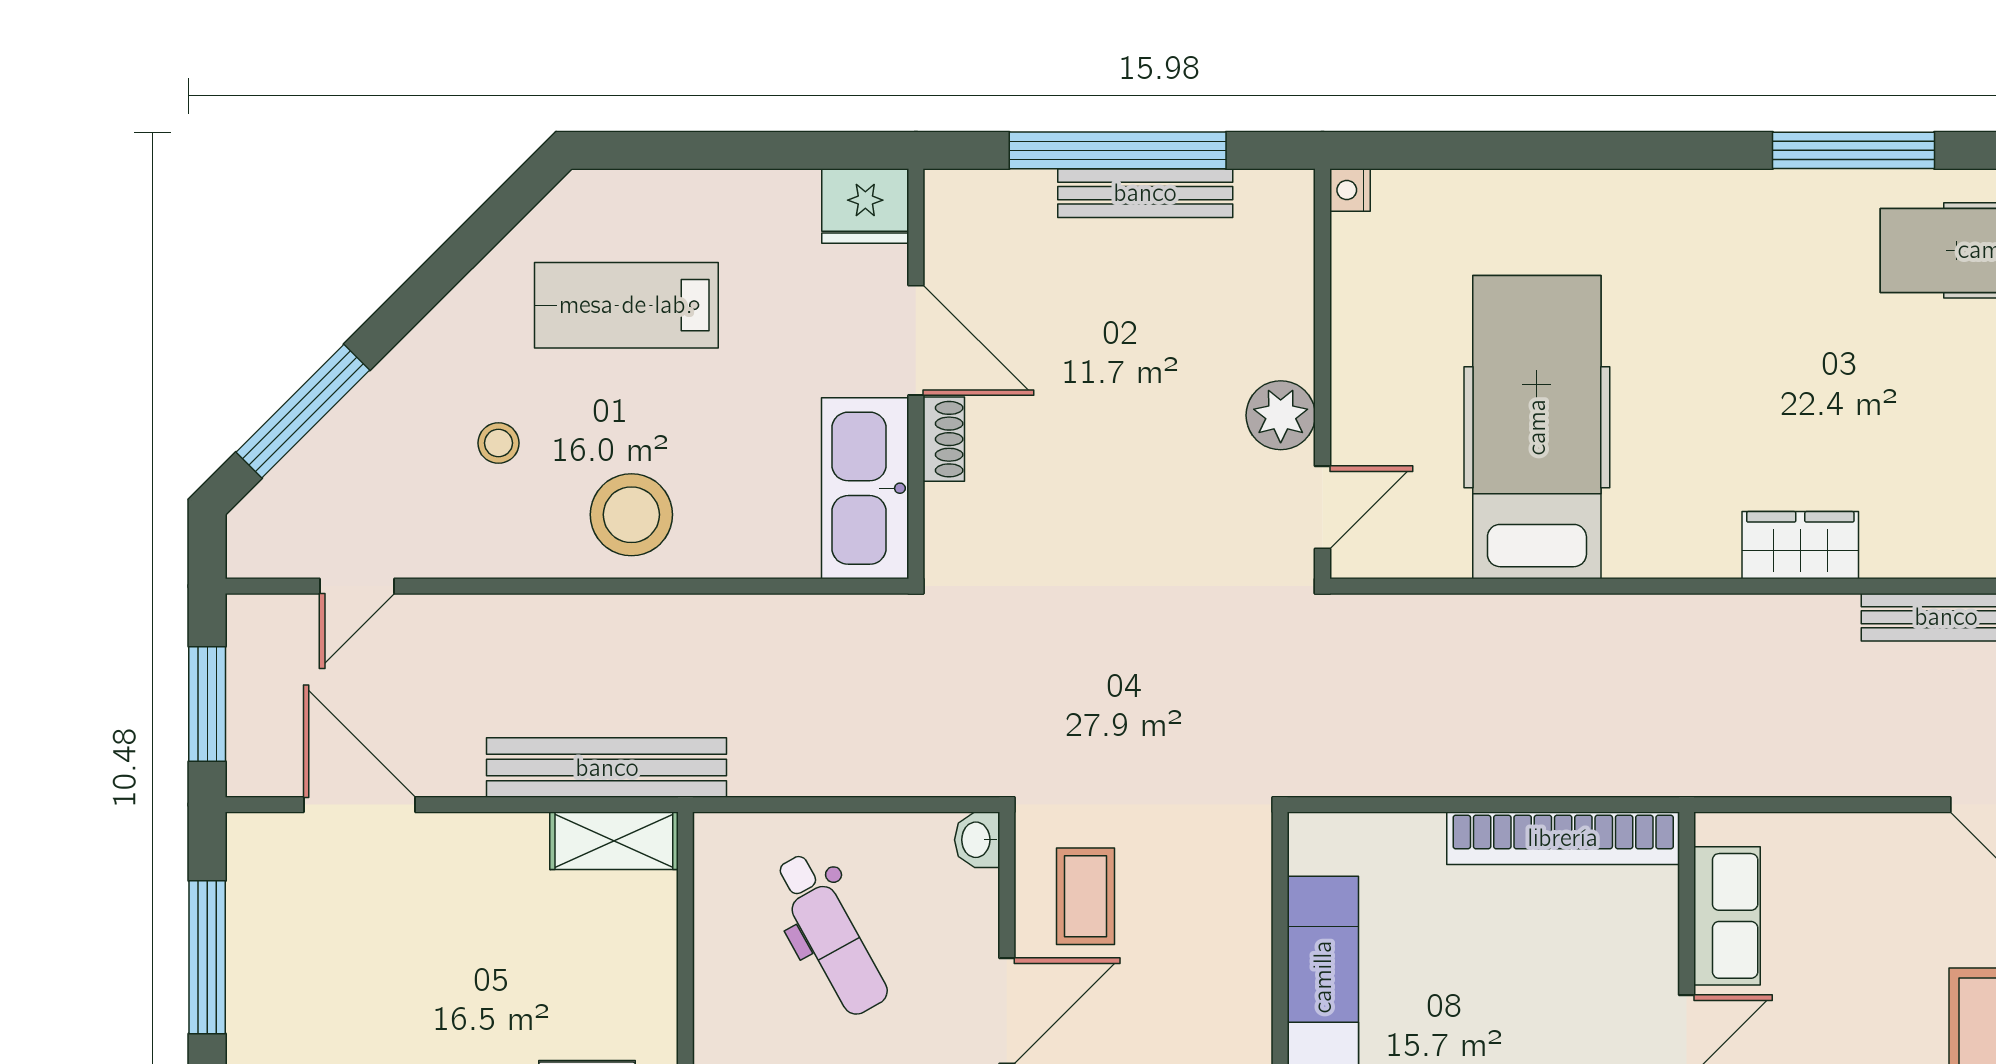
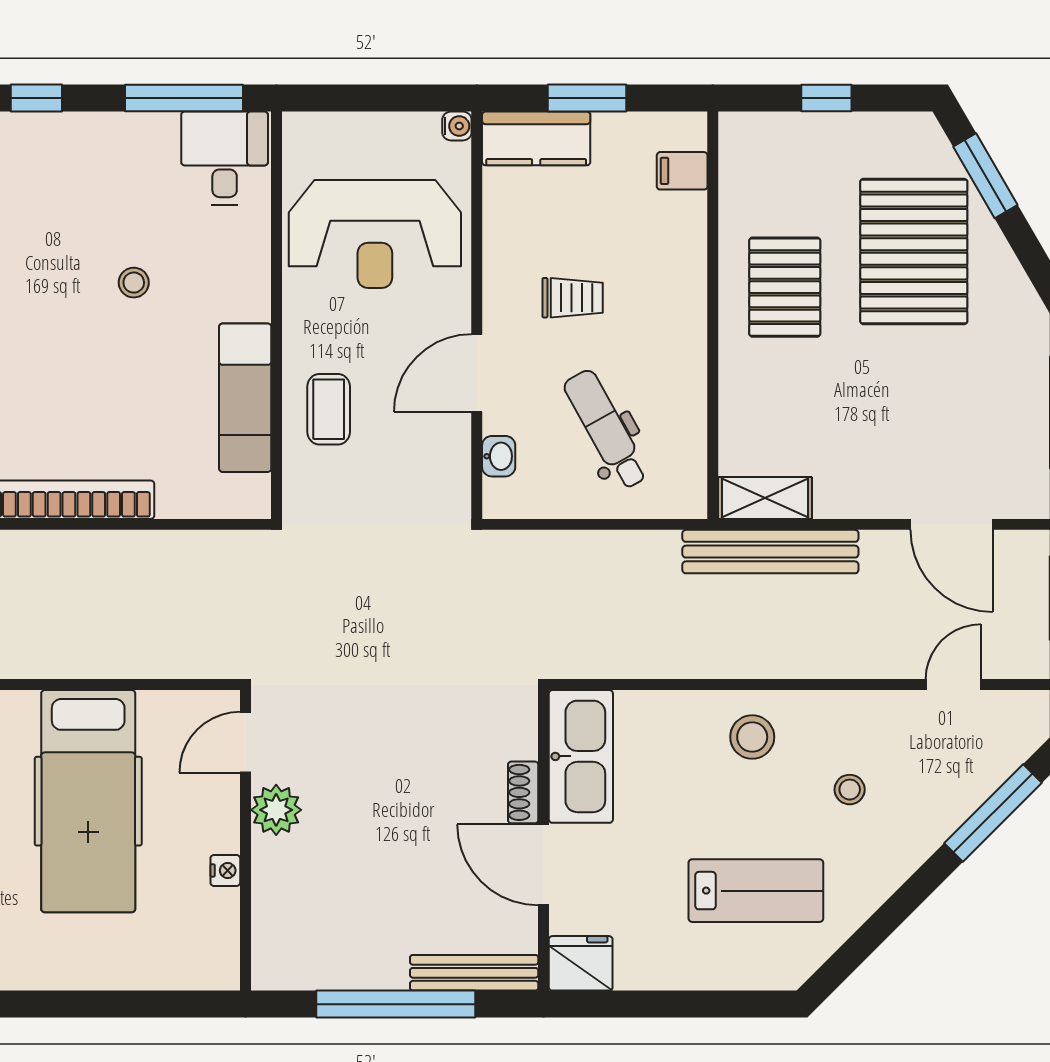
nightstand: (1350, 190) -> (225, 870), moved
bench: (1145, 193) -> (474, 973), moved
stool: (631, 515) -> (752, 737), width x0.73, depth x0.73
washbasin: (977, 840) -> (499, 456), moved
coffee table: (1086, 896) -> (329, 409), moved

